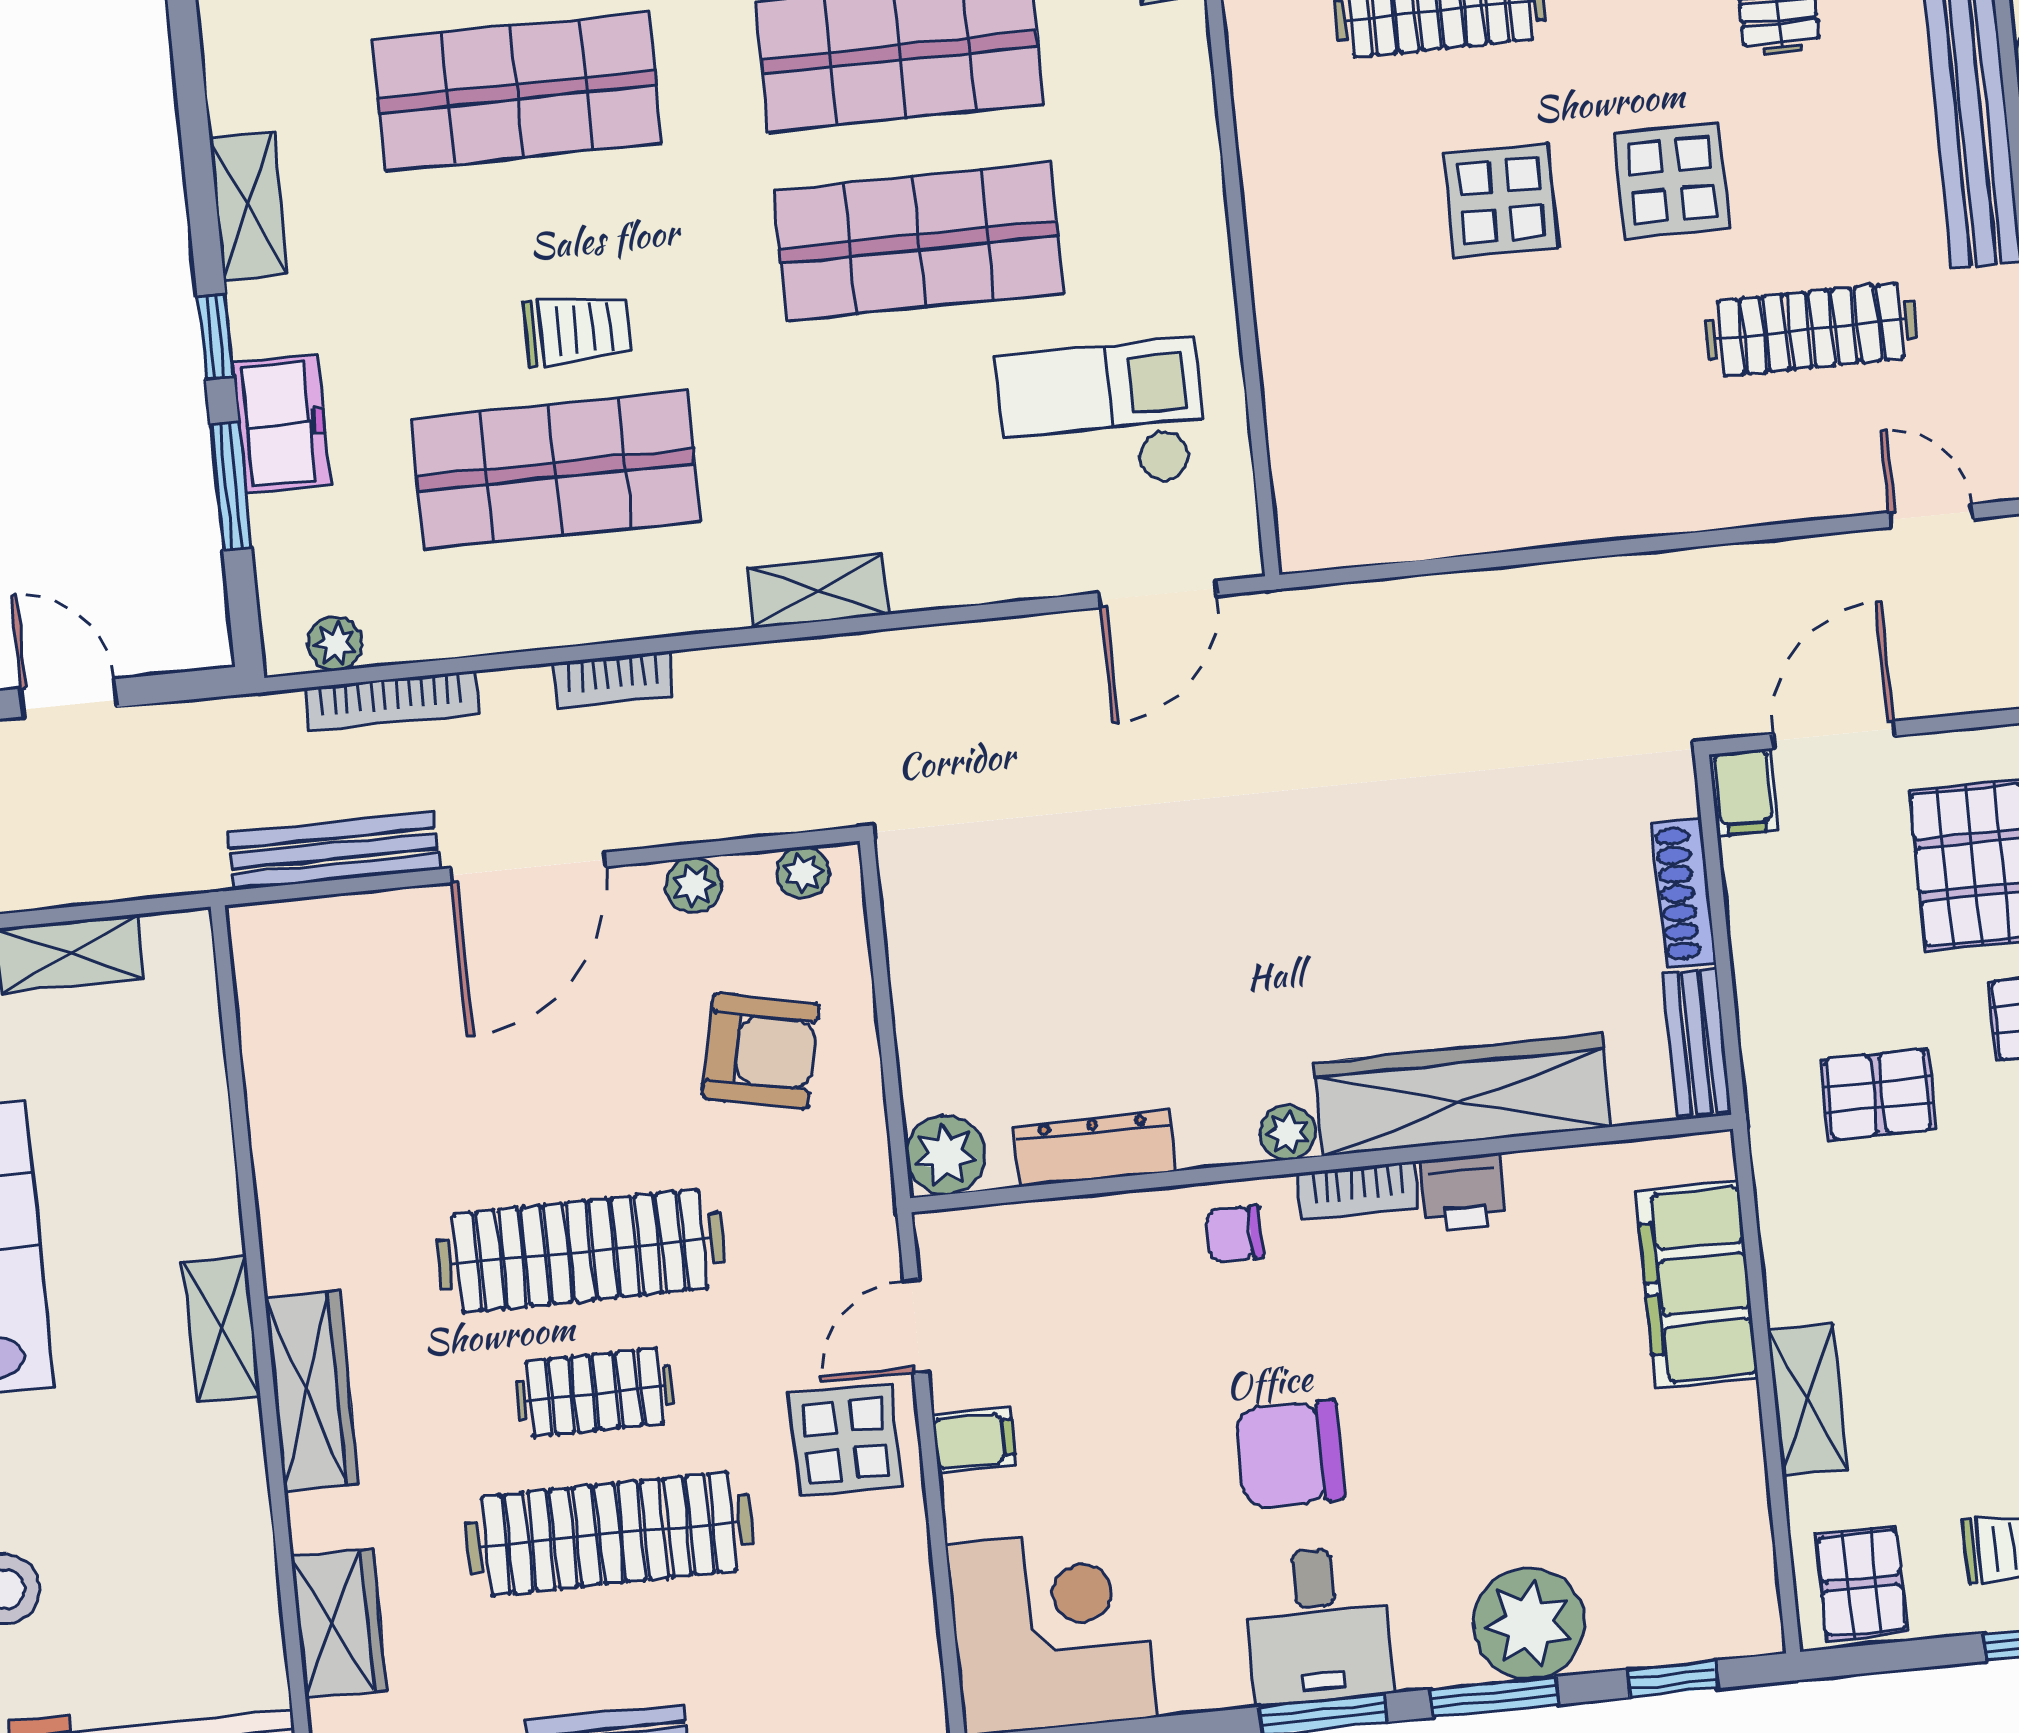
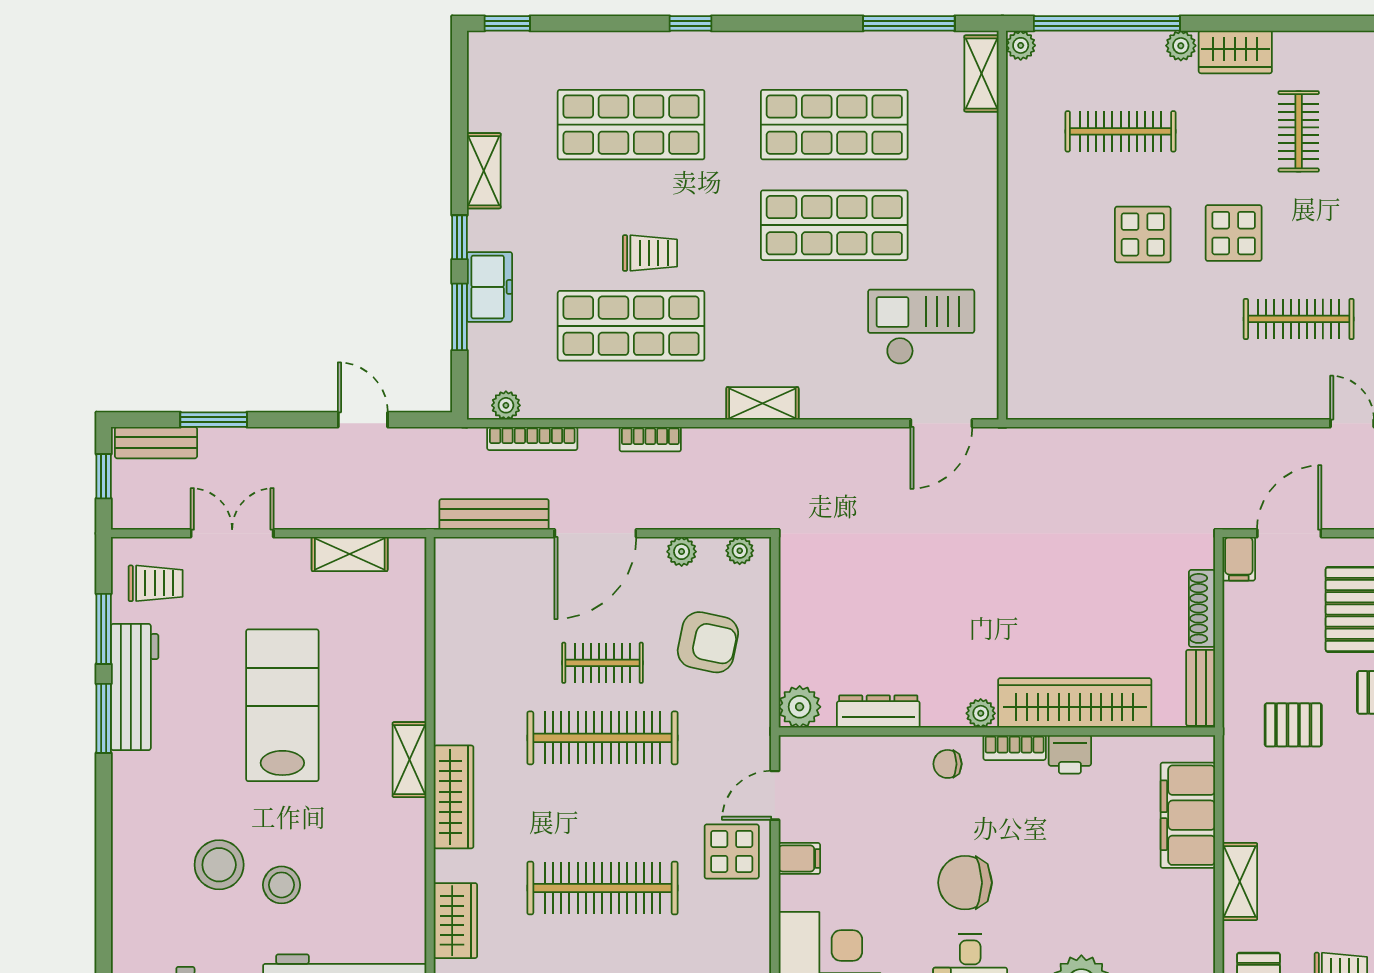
clothes rail: (595, 1392) -> (602, 663), moved

